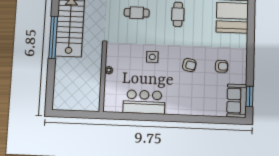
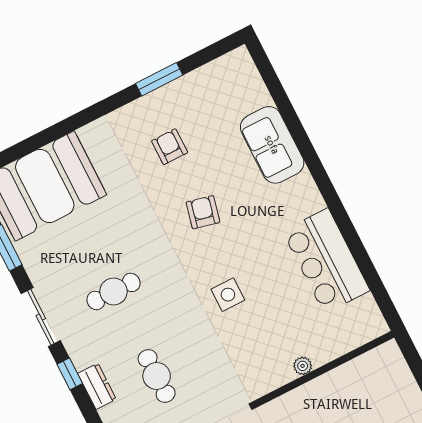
window: (249, 96) -> (159, 79), moved
sofa: (237, 101) -> (272, 145), moved, turned 90

